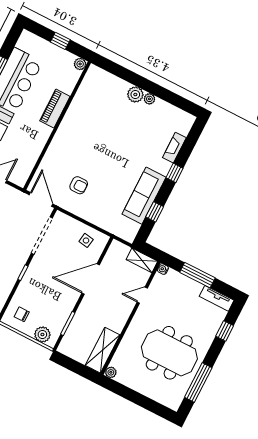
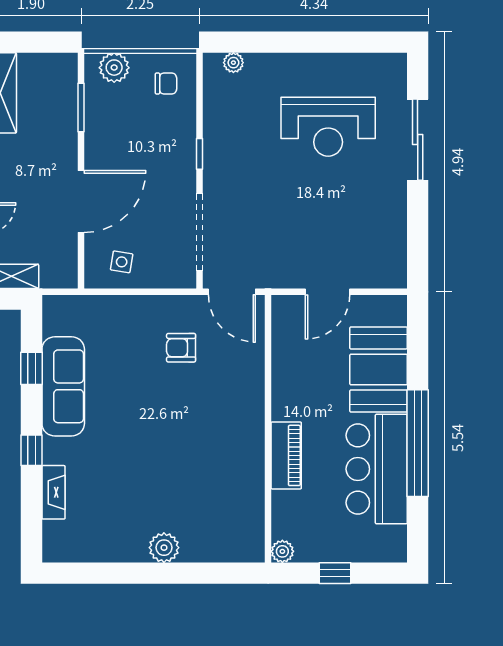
plant: (149, 99) -> (137, 552), removed

